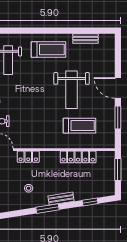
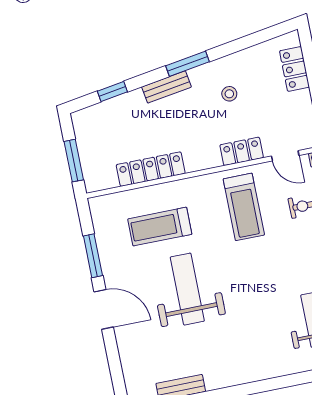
treadmill: (48, 50) -> (244, 207), moved, turned -90

